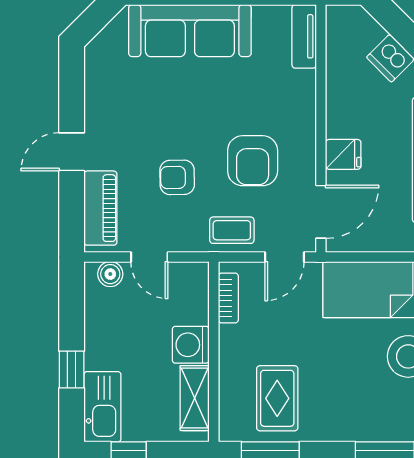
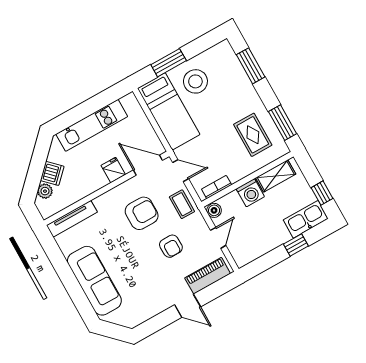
plant: (370, 32) -> (45, 191), added
tv unit: (304, 36) -> (72, 219), width x1.41
boiler: (110, 274) -> (214, 210), moved
rug: (277, 398) -> (253, 135), turned 90

